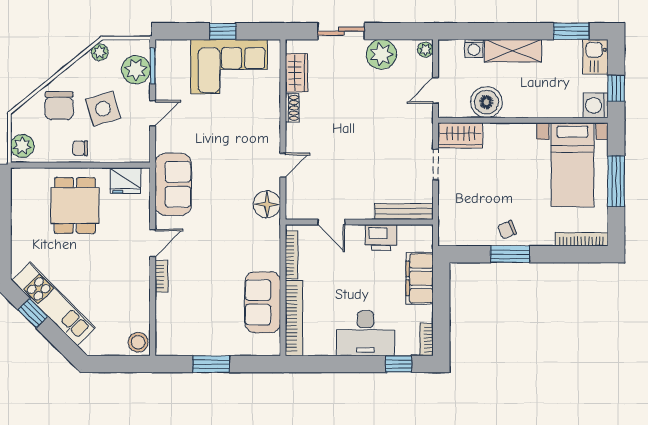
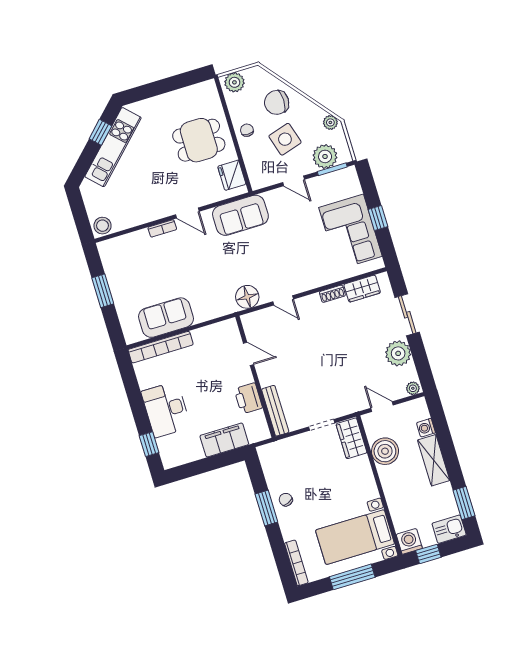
door: (331, 222) -> (249, 354), swing flipped
bookcase: (292, 255) -> (212, 329), removed
bookcase: (426, 340) -> (176, 461), removed

